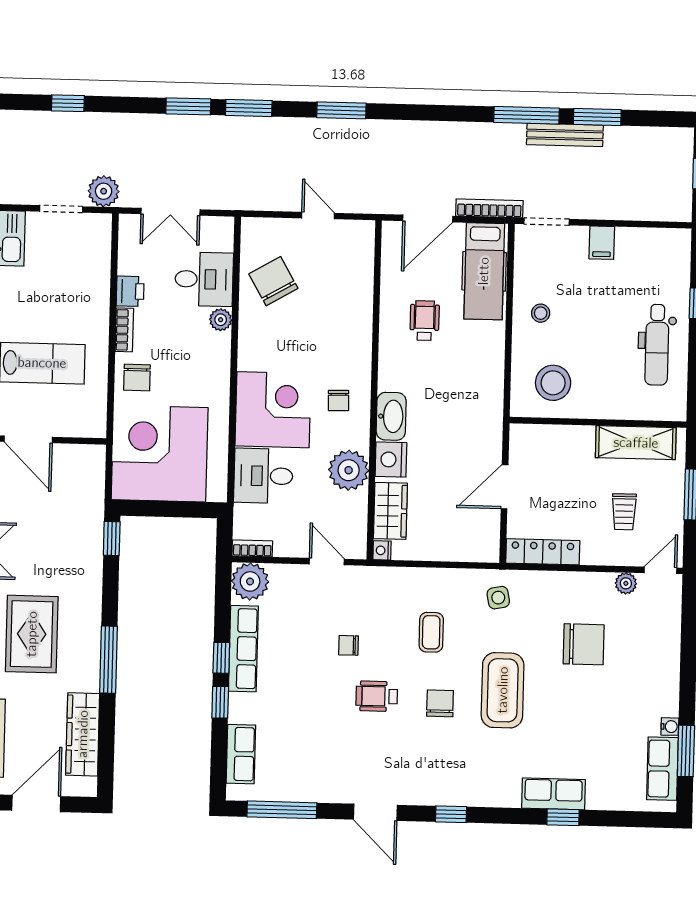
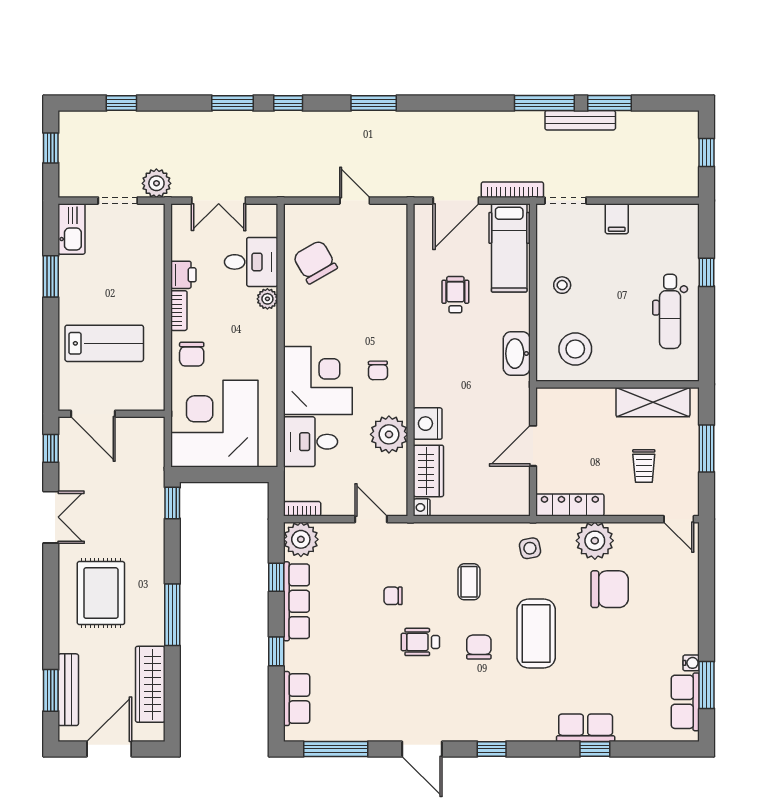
window: (249, 108) -> (288, 103), width x0.67
washbasin: (391, 416) -> (517, 354), moved, turned 180
door: (660, 570) -> (679, 519), swing flipped
plant: (626, 583) -> (595, 541), moved, width x1.87, depth x1.87
window: (221, 658) -> (276, 577), moved

